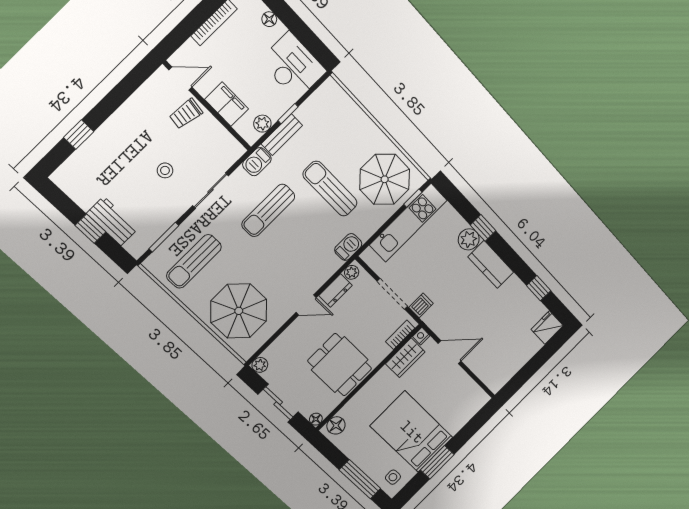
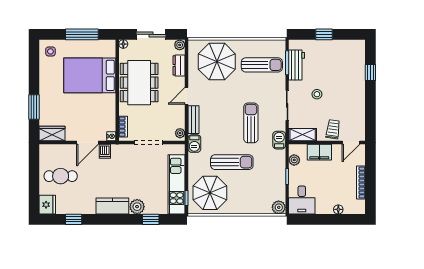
desk: (293, 66) -> (302, 200), width x0.73
plant: (330, 89) -> (279, 207), added
bench: (282, 135) -> (193, 120), moved
shelving: (226, 142) -> (303, 135), added
workbench: (112, 221) -> (296, 65), moved, turned -90
window: (483, 228) -> (151, 219), moved
sun lounger: (194, 261) -> (262, 65), turned 90
dresser: (336, 291) -> (179, 65), moved
dishwasher: (421, 305) -> (105, 151), moved
cafe table: (507, 344) -> (61, 176), added
wardrobe: (405, 358) -> (52, 134), moved, turned 90
dining table: (340, 365) -> (139, 83), width x1.37
floor lamp: (336, 425) -> (109, 50), removed
bed: (412, 432) -> (90, 75), moved, turned 180
window: (437, 462) -> (34, 107), moved
window: (360, 479) -> (82, 34), moved

